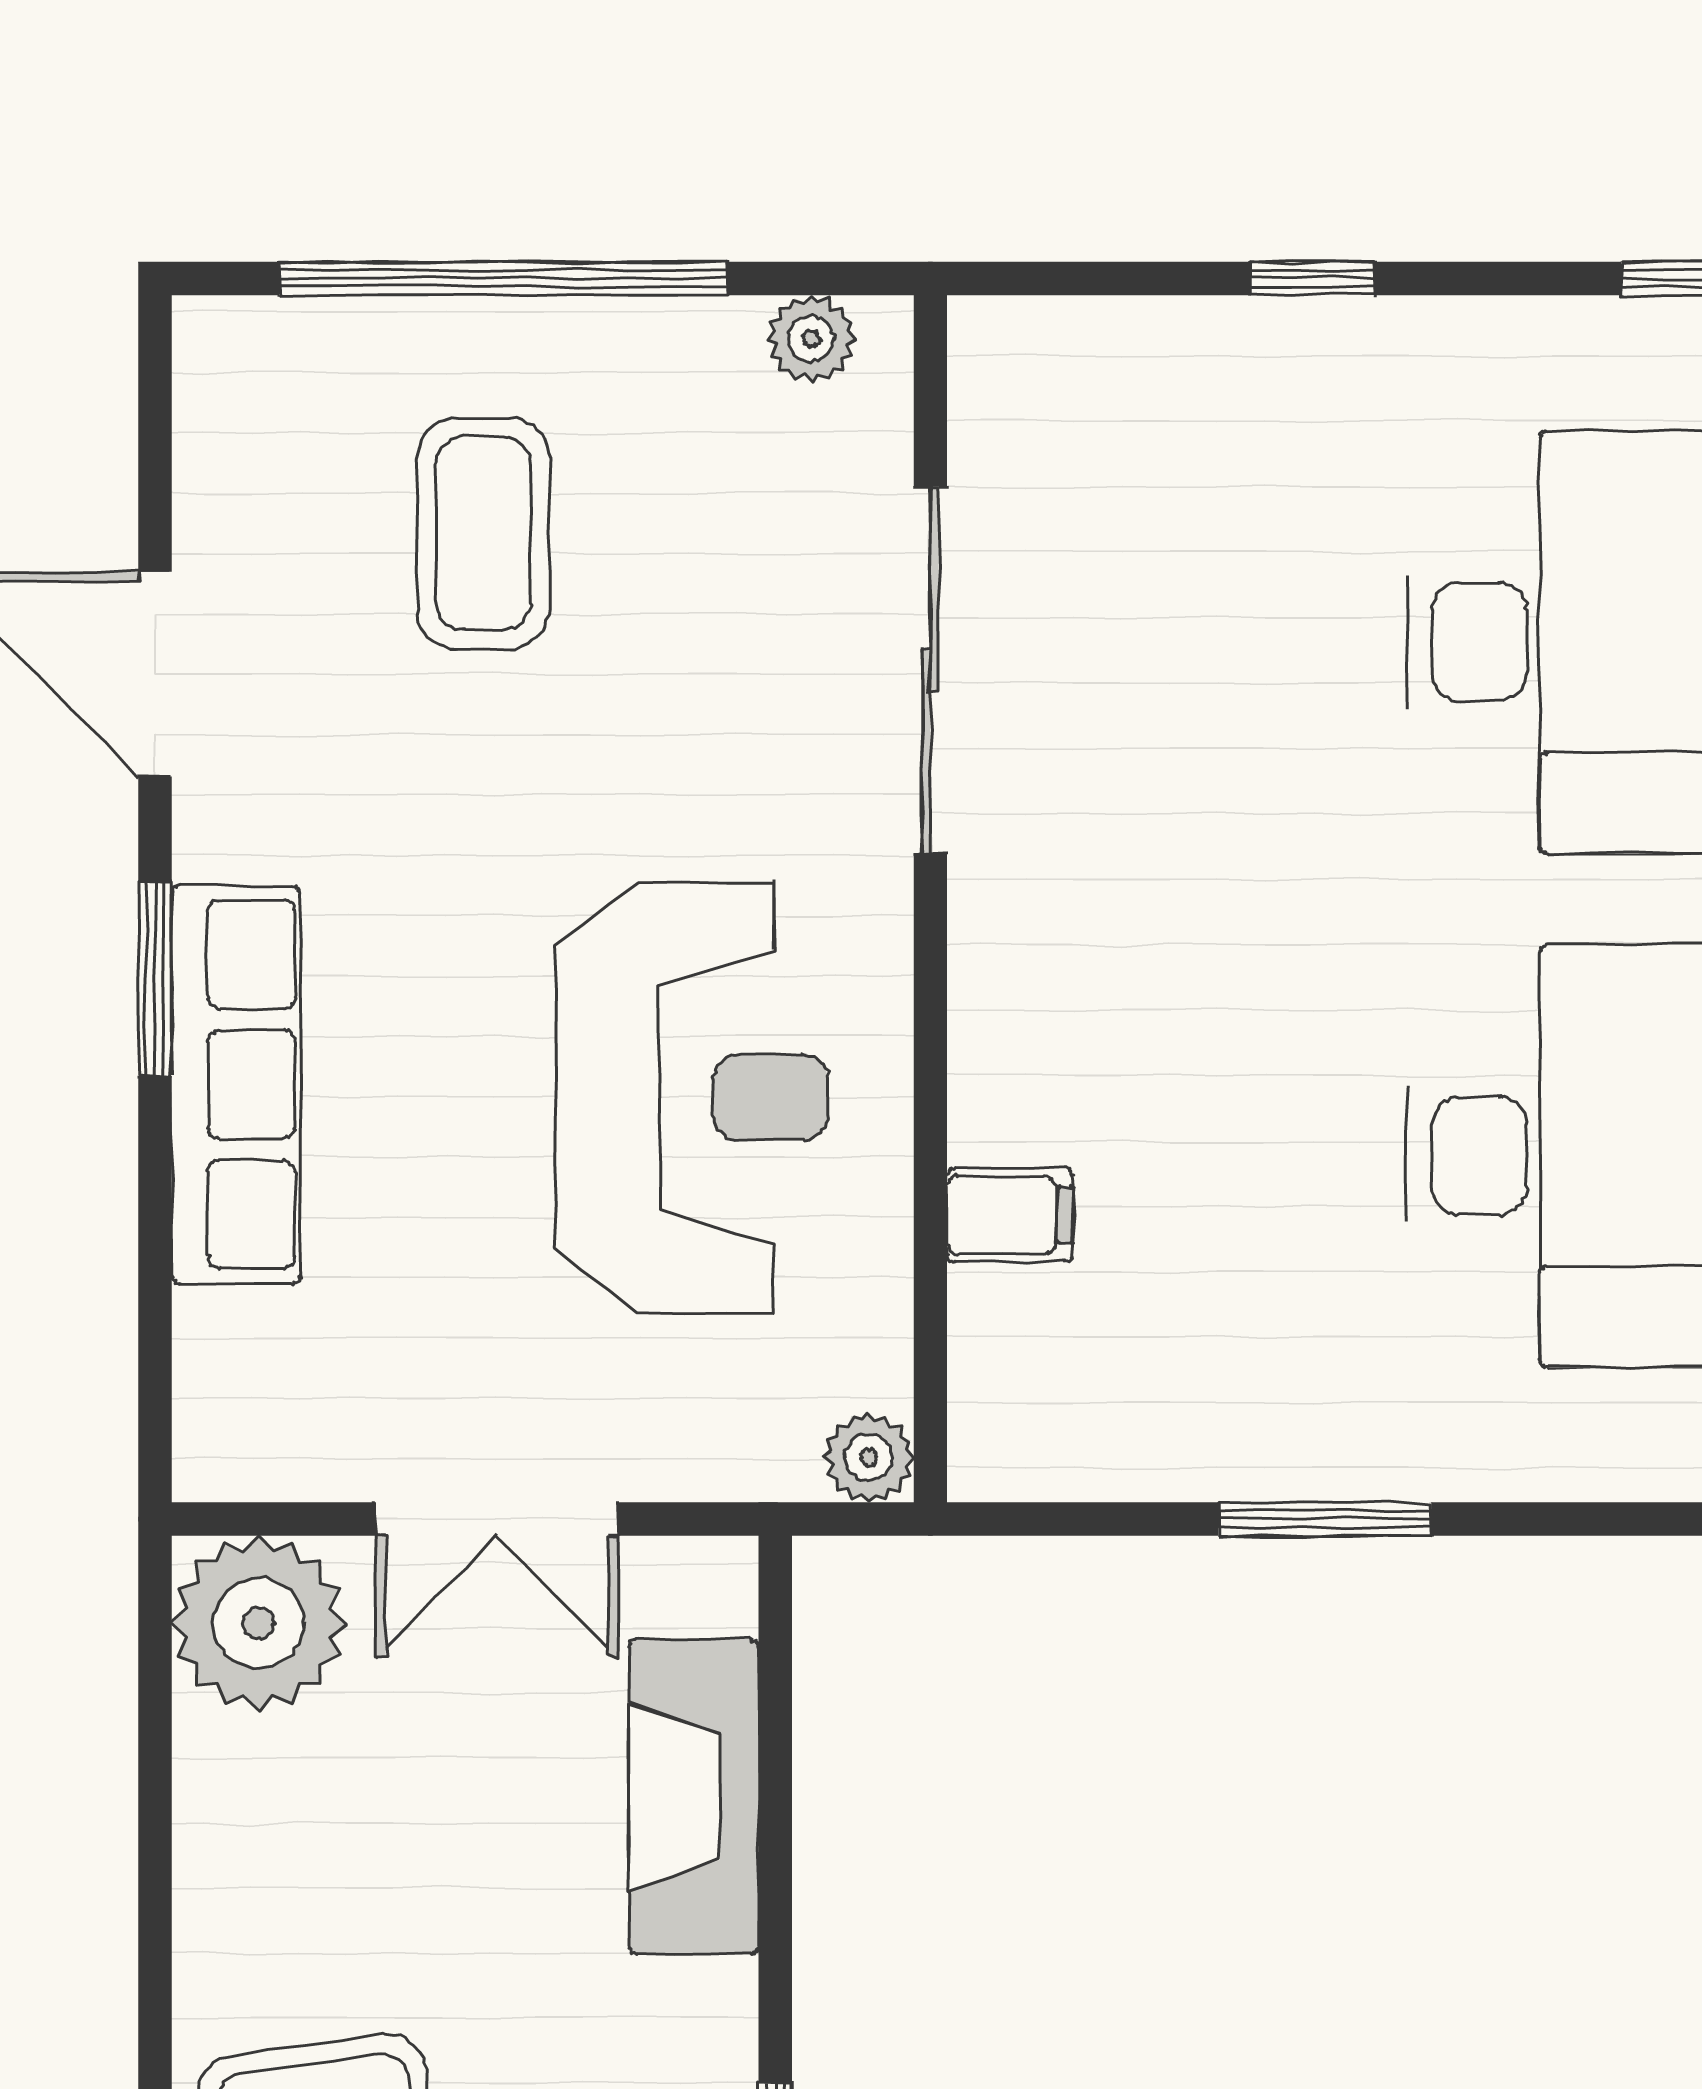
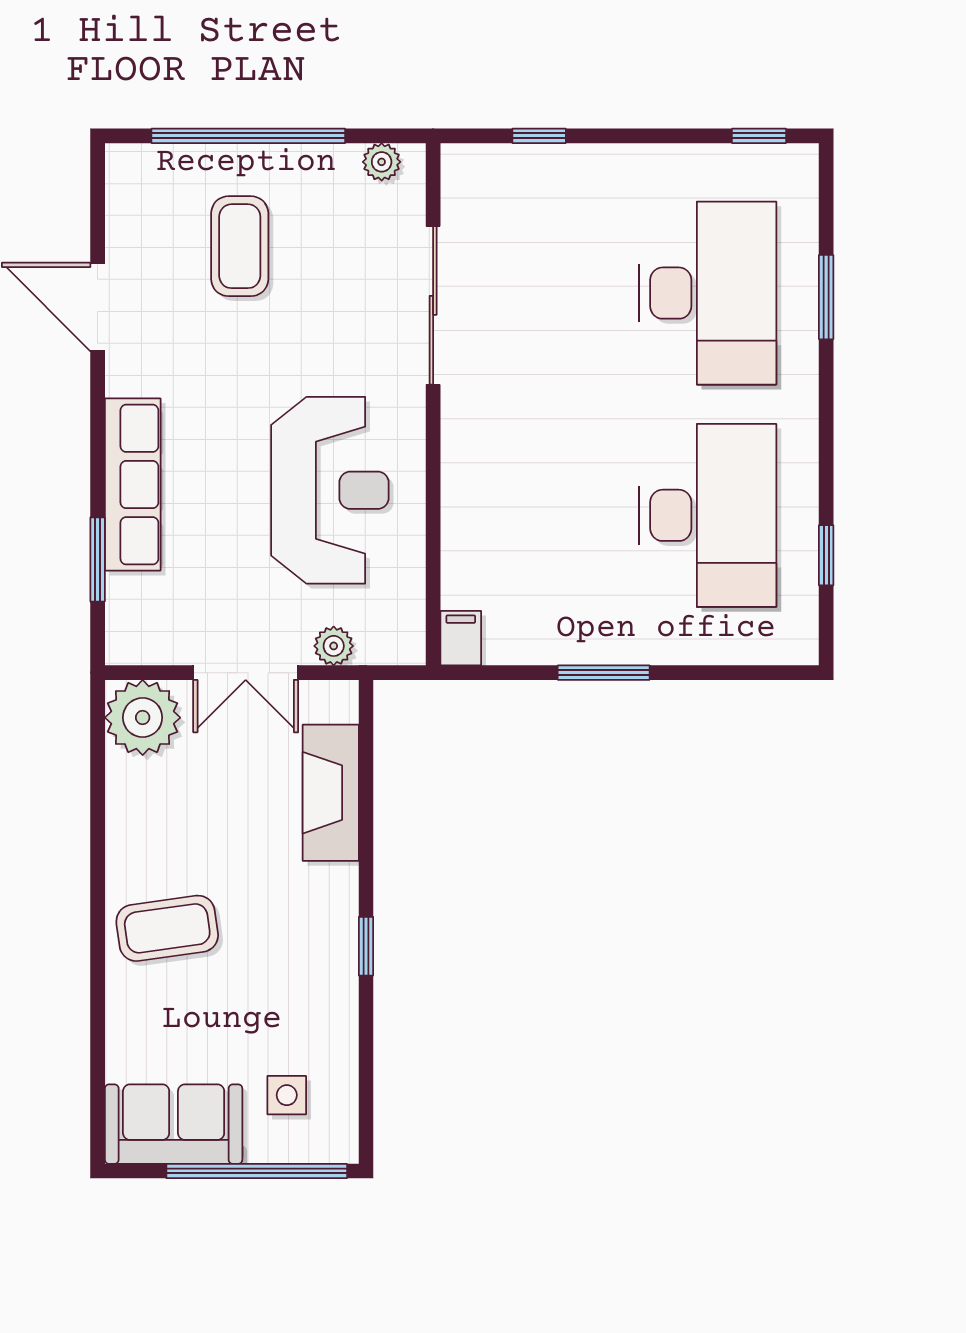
window: (1312, 278) -> (539, 136), moved
window: (155, 978) -> (98, 559), moved
filing cabinet: (1010, 1215) -> (461, 638), moved, turned -90
plant: (869, 1457) -> (334, 646), moved

